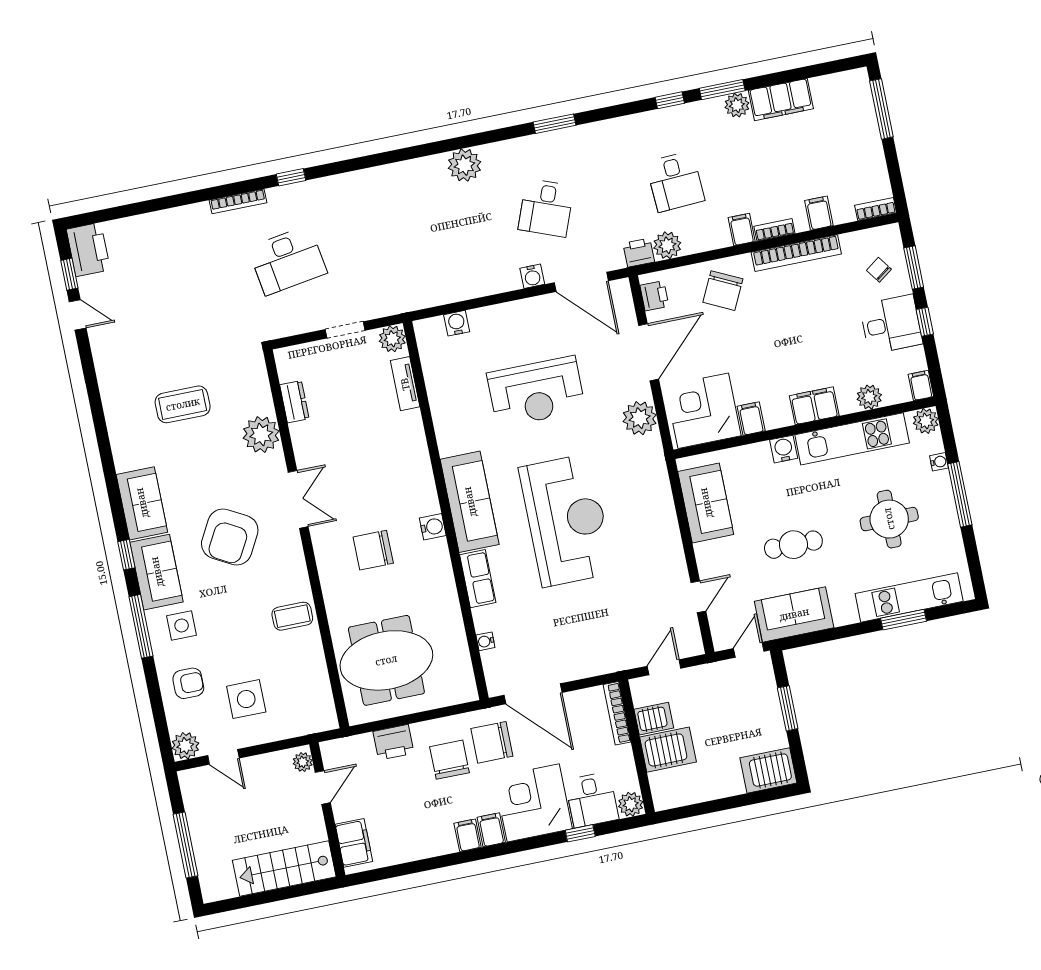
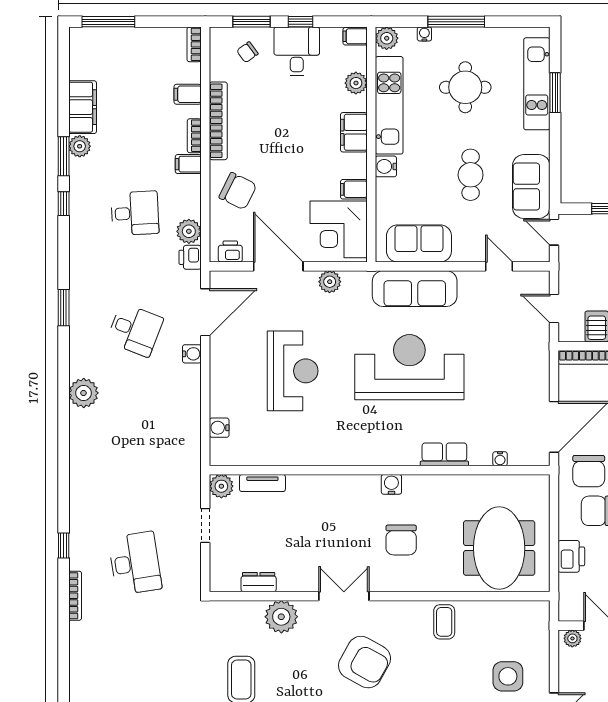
plant: (640, 418) -> (330, 282), width x0.73, depth x0.73
sofa: (470, 502) -> (415, 289), moved, turned 180

